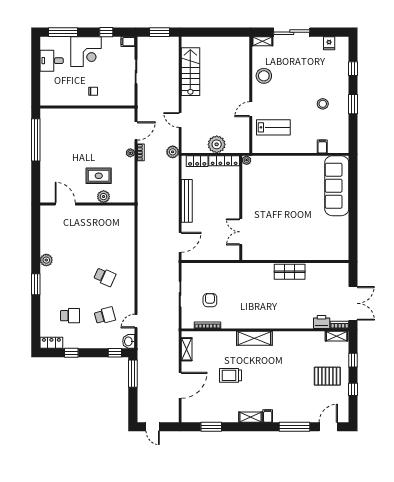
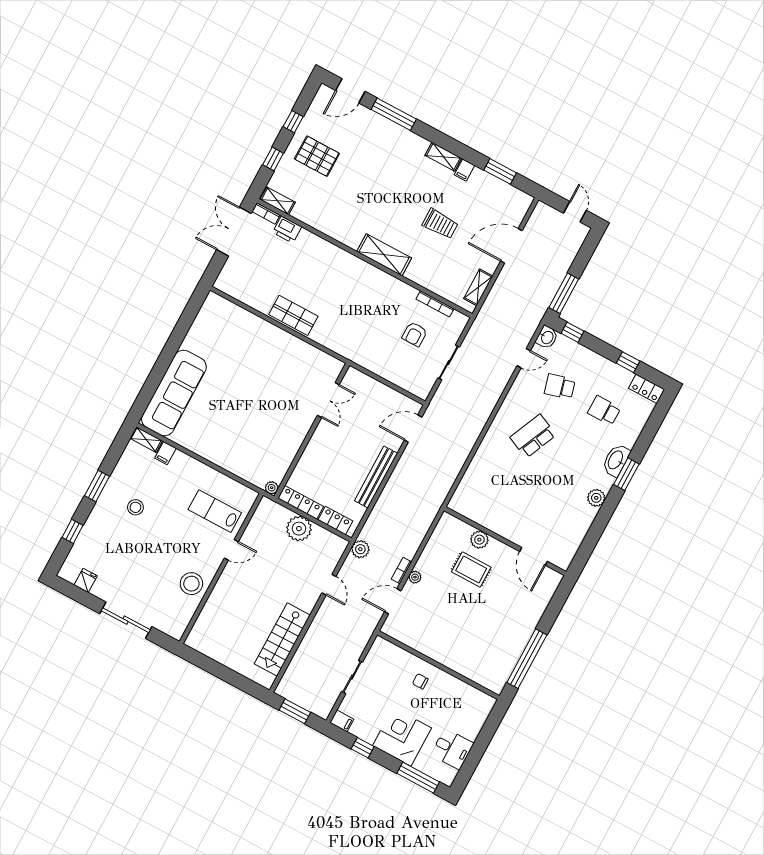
shelving: (262, 41) -> (146, 440), moved
school desk: (105, 277) -> (533, 436), width x1.85
washbasin: (47, 289) -> (616, 460), added
filing cabinet: (268, 416) -> (465, 170), moved

